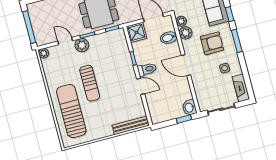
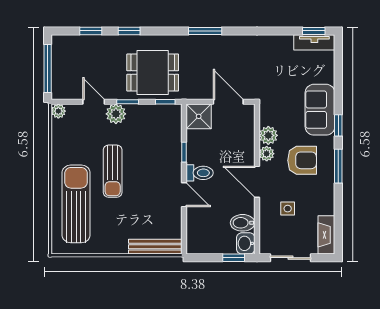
plant: (181, 21) -> (267, 154), moved
bidet: (169, 38) -> (243, 223), moved
side table: (225, 68) -> (288, 209), moved

